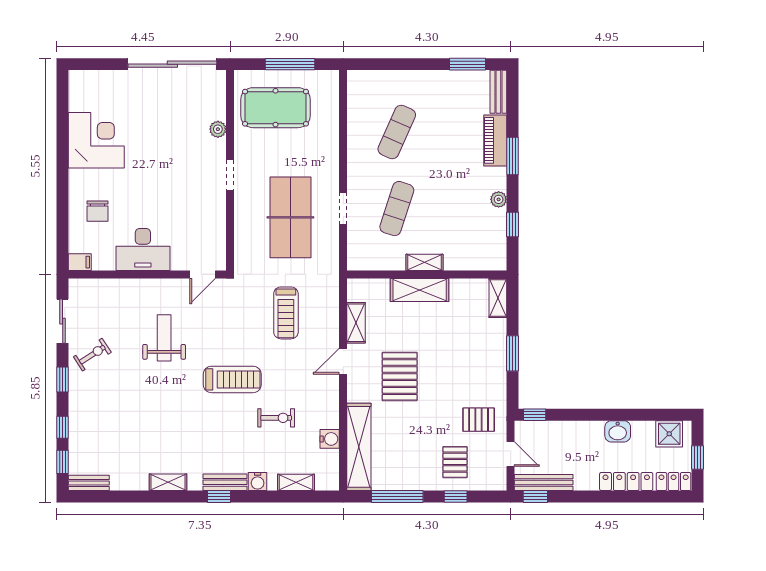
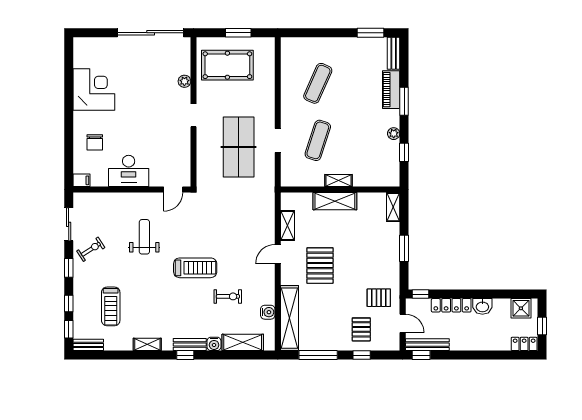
window: (290, 64) -> (238, 33), width x0.69
treadmill: (286, 313) -> (111, 306), moved
shelving: (296, 482) -> (243, 342), width x1.50, depth x1.33
locker: (626, 482) -> (451, 305), moved, turned 180

